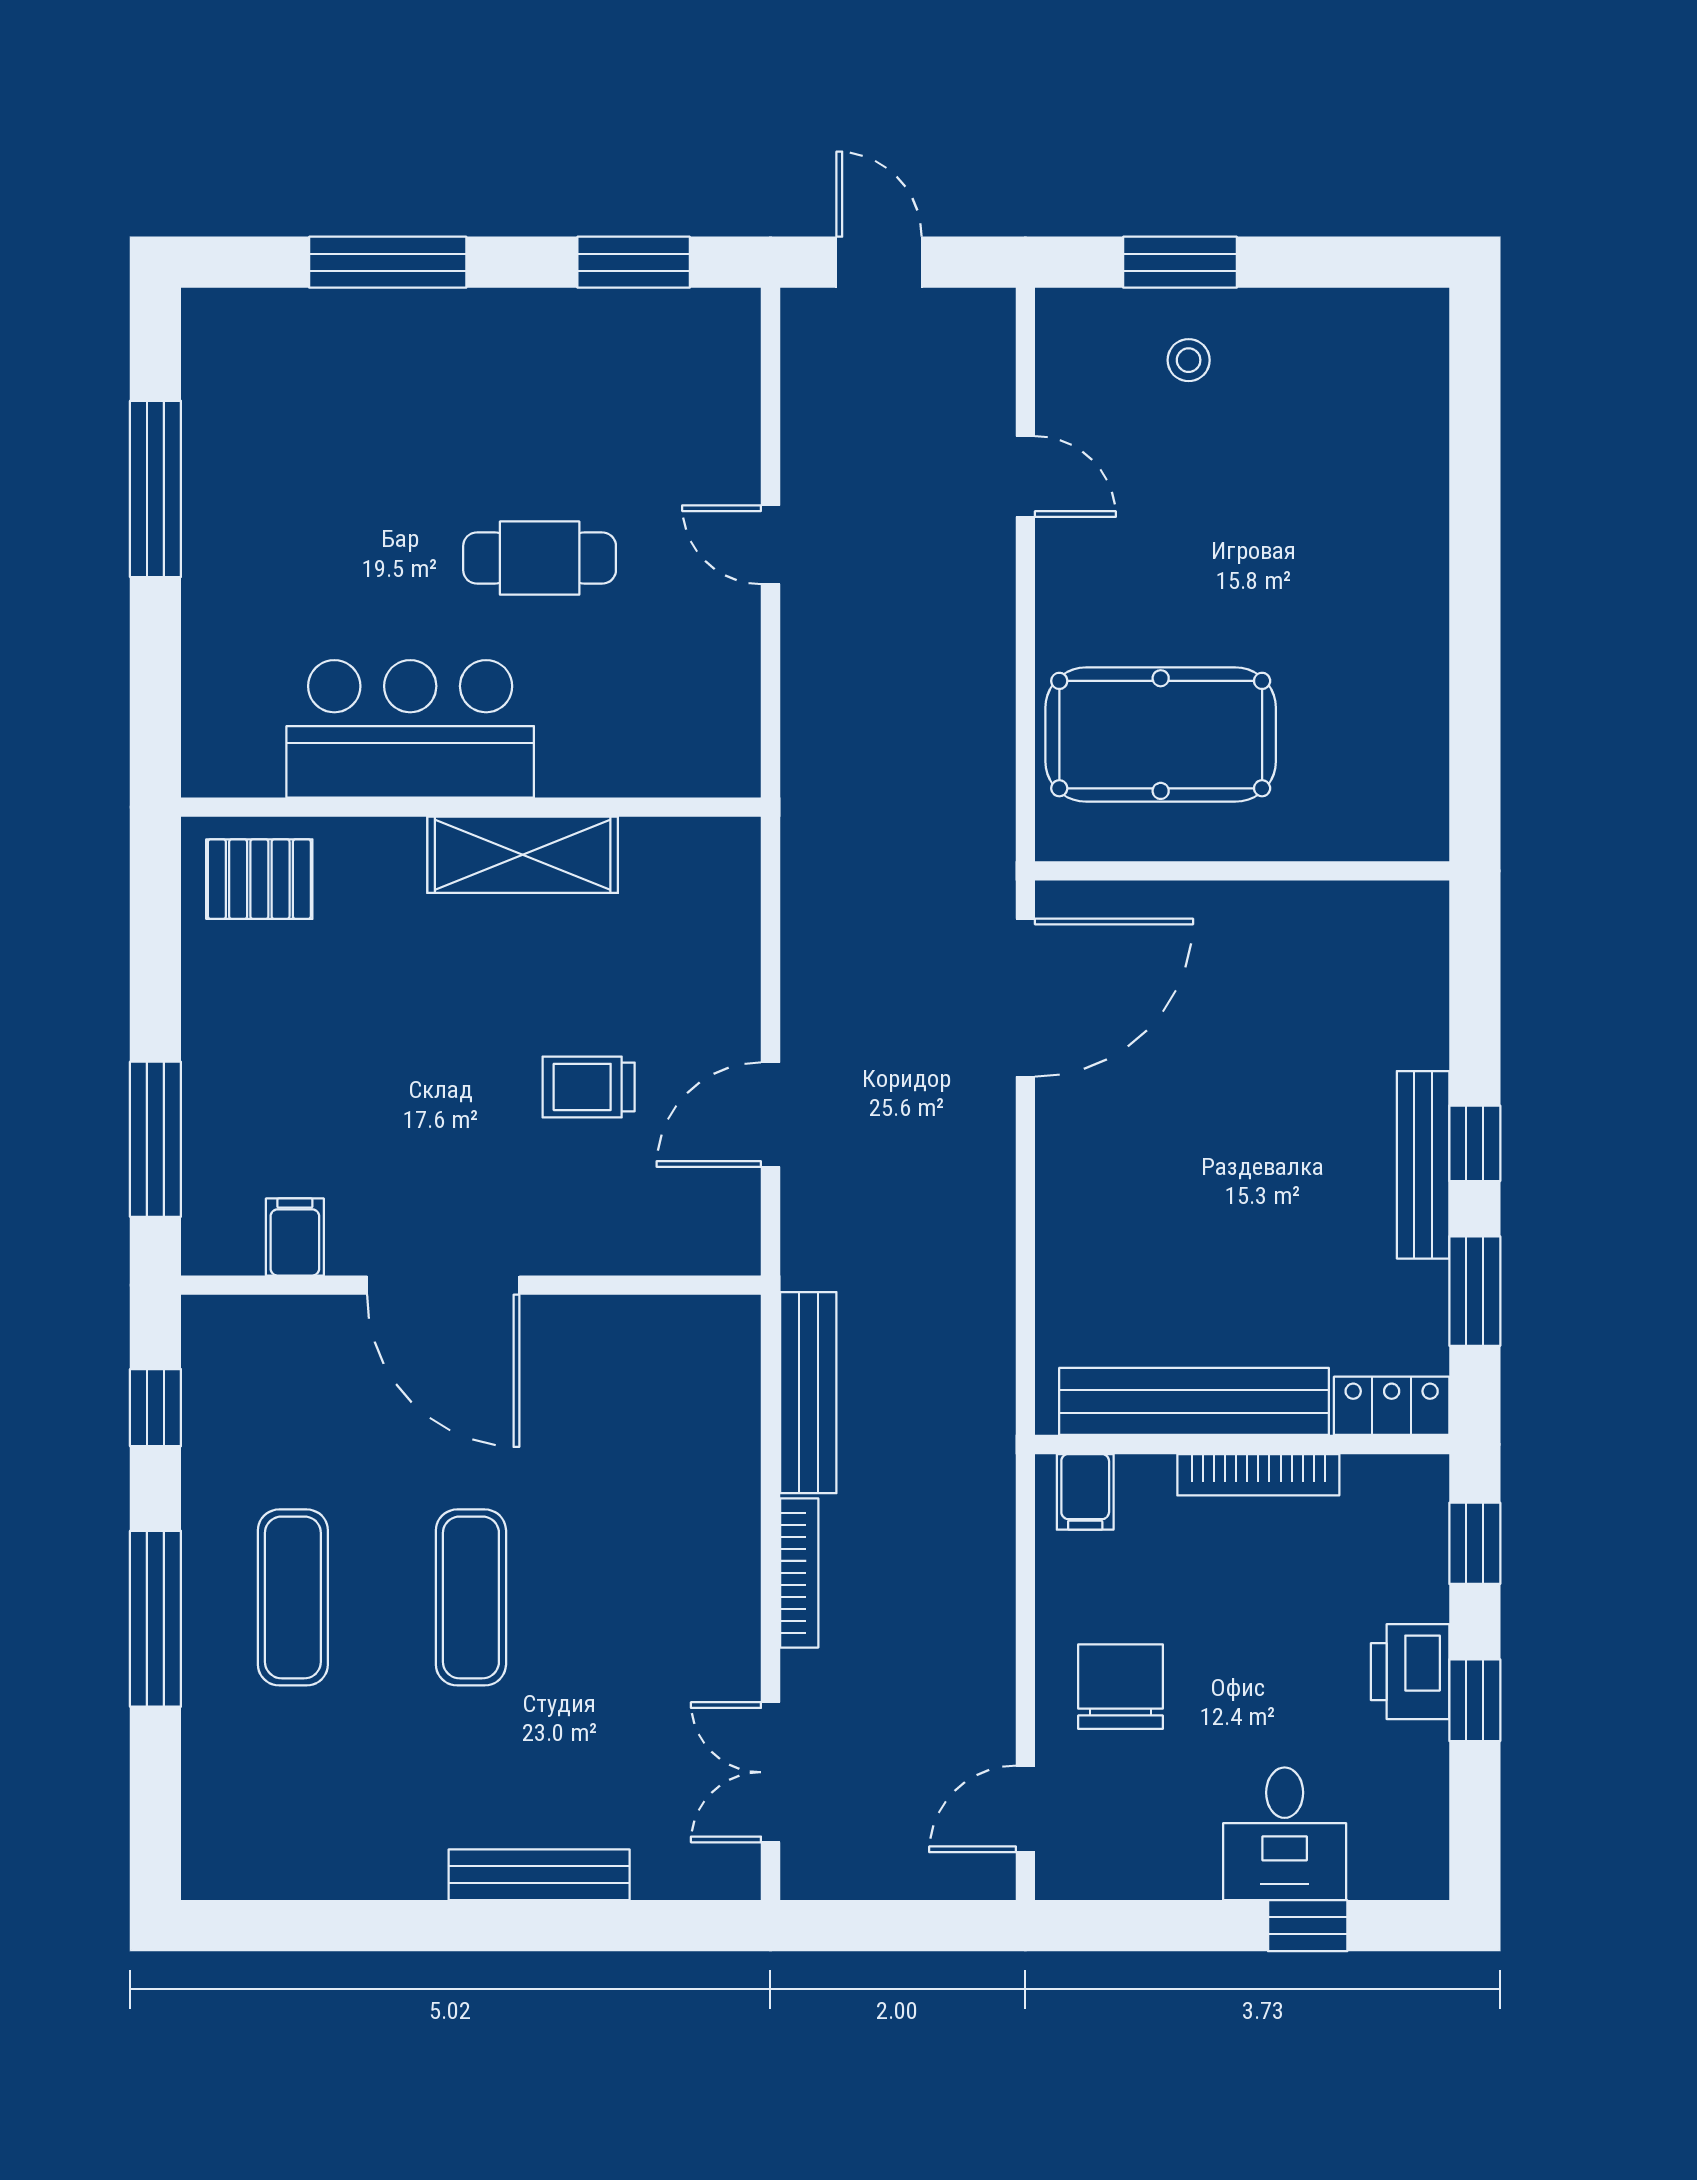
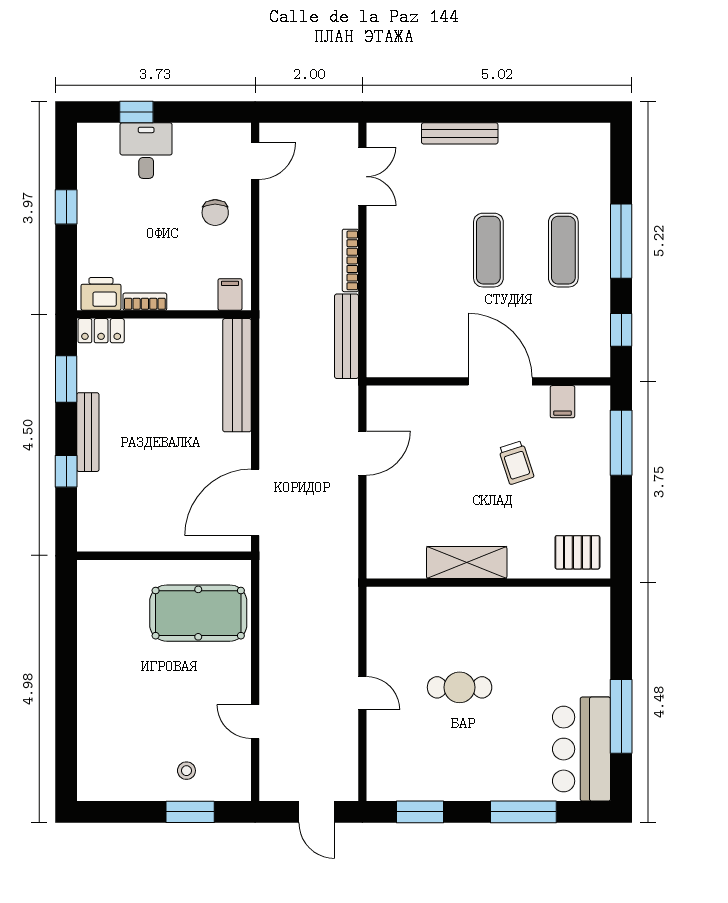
bar counter: (410, 729) -> (581, 749), moved, turned 90
trolley: (589, 1087) -> (516, 463), moved, turned 72
window: (1475, 1143) -> (66, 471), moved
bench: (1194, 1401) -> (237, 375), moved, turned 90
bookcase: (1258, 1475) -> (145, 302), width x0.64
window: (1475, 1543) -> (66, 273), removed
printer: (1410, 1672) -> (101, 294), moved, turned -90
chair: (1120, 1687) -> (215, 213), width x0.73, depth x0.73

